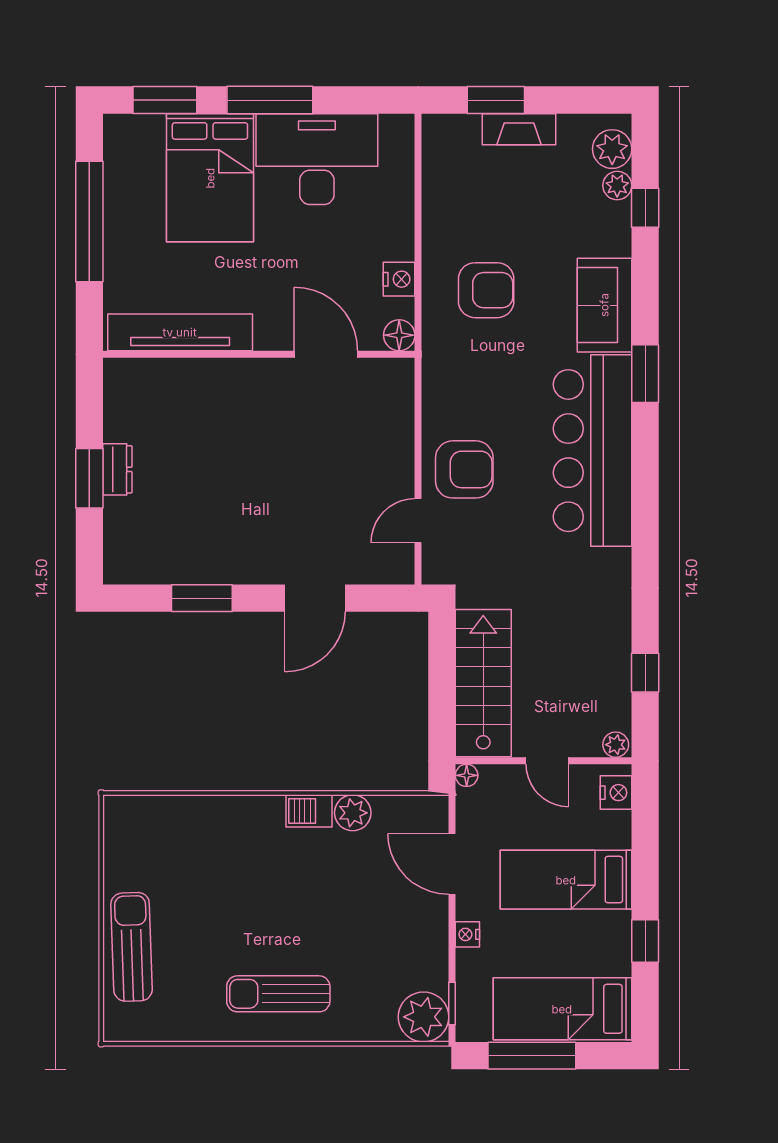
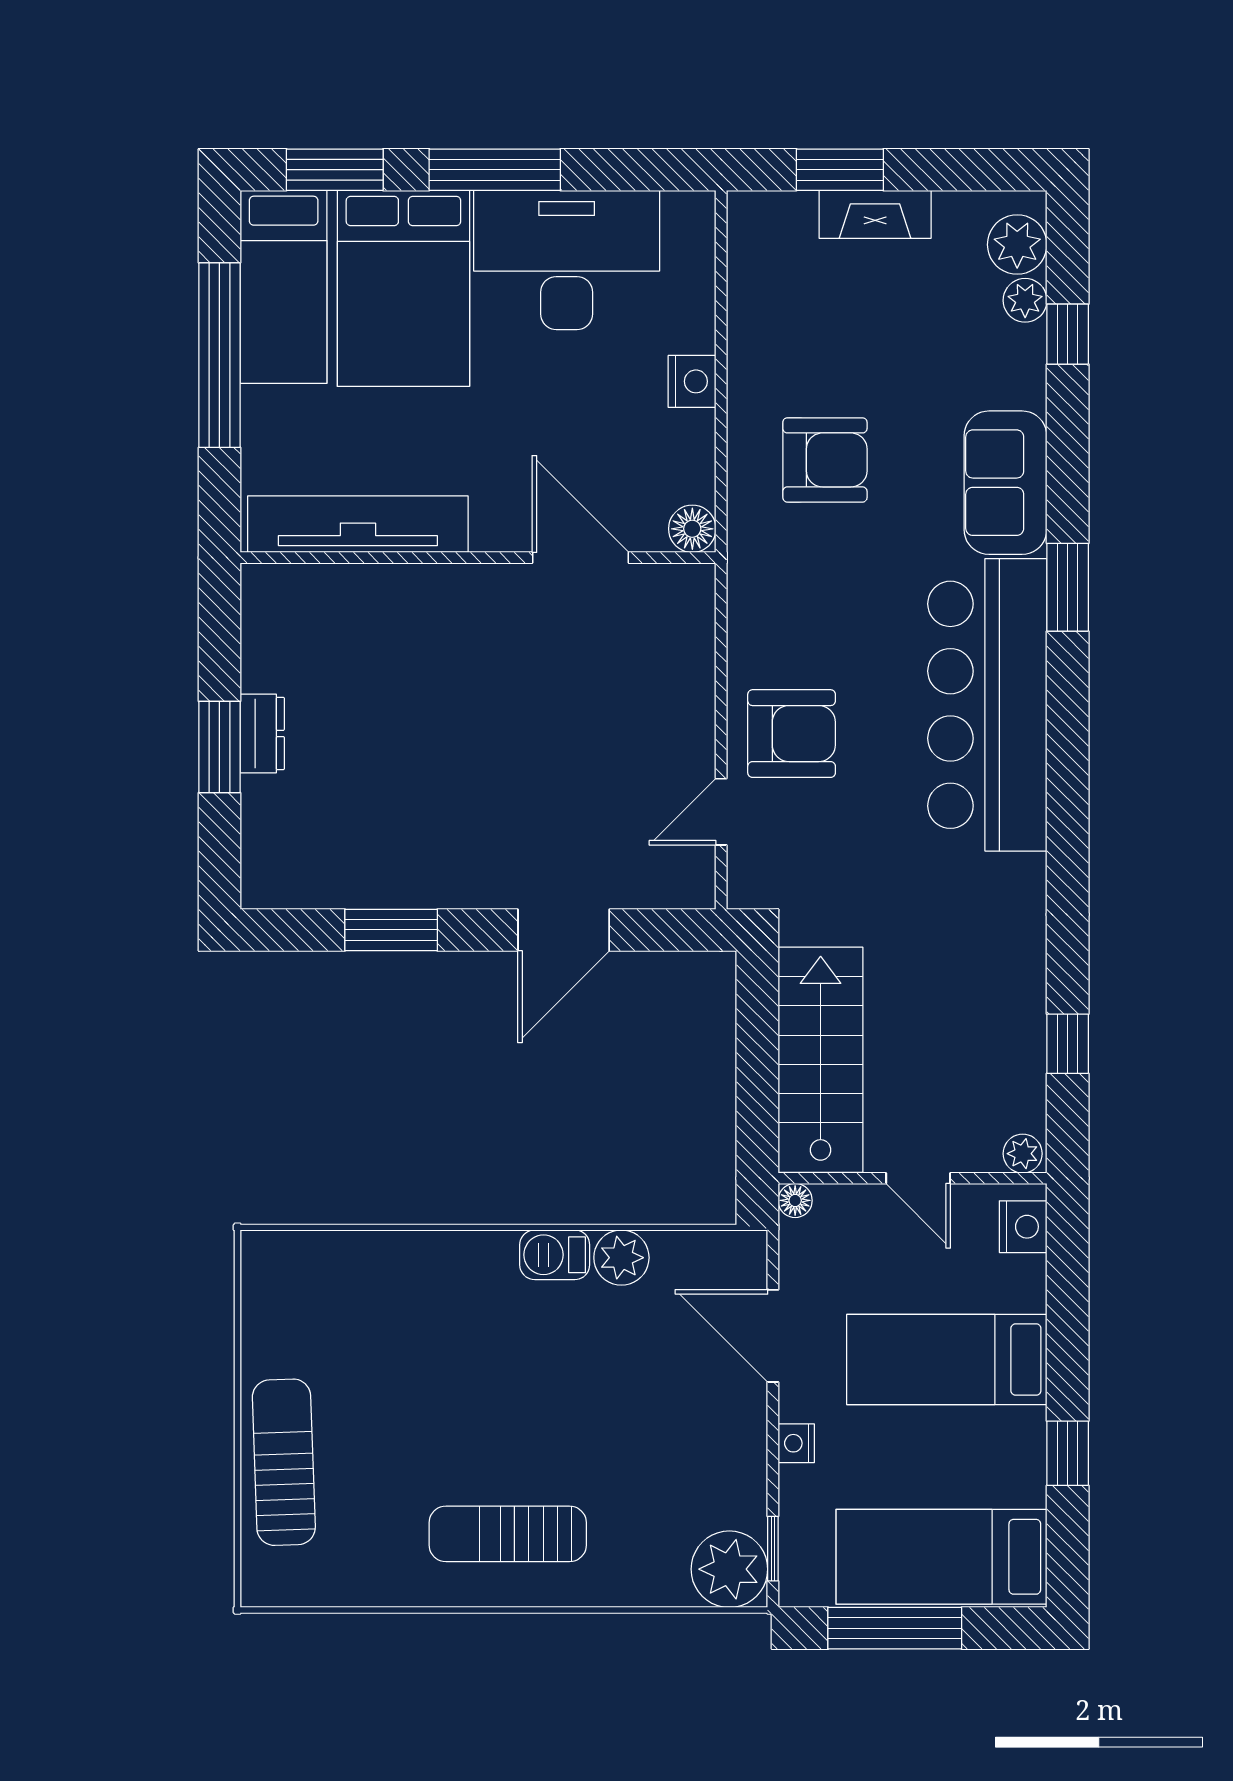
bed: (131, 177) -> (284, 287), added
nightstand: (399, 279) -> (692, 381), moved

